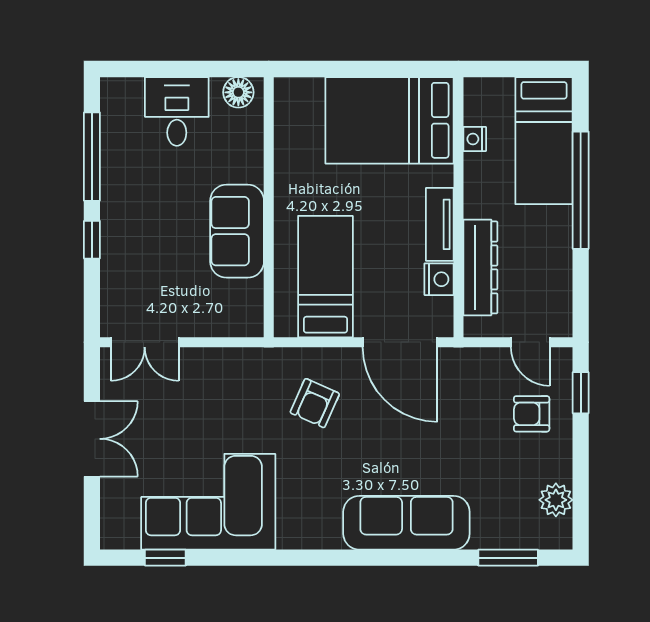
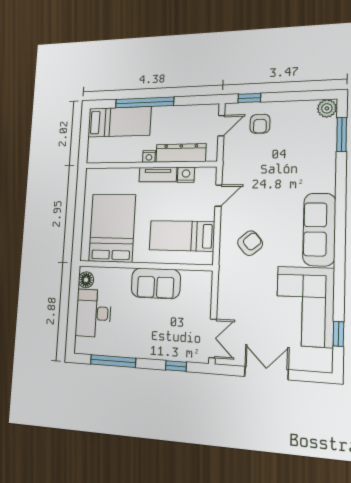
desk: (177, 111) -> (93, 313), width x1.37
bed: (389, 120) -> (112, 228), moved, turned 180
nightstand: (475, 139) -> (149, 156), moved
window: (92, 240) -> (176, 366), moved
door: (400, 342) -> (218, 196), width x0.53
armchair: (315, 403) -> (250, 243), turned -64
plant: (556, 500) -> (327, 108), moved
sofa: (406, 523) -> (319, 229), moved

